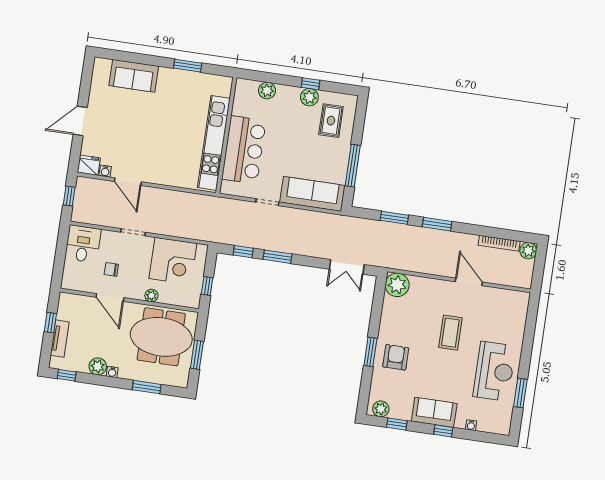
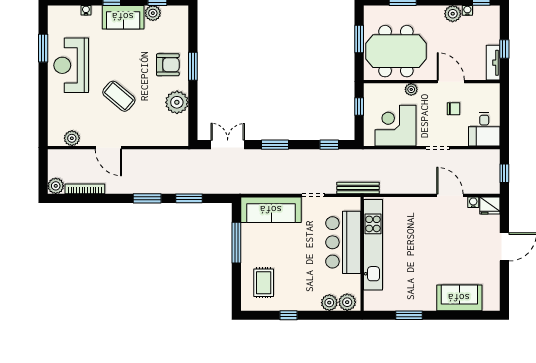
plant: (309, 97) -> (347, 302), moved
bench: (221, 203) -> (358, 188), added
window: (277, 257) -> (275, 145), moved
plant: (397, 285) -> (177, 102), moved
plant: (505, 297) -> (72, 138), added
coffee table: (450, 333) -> (119, 96), turned -50
tv unit: (60, 339) -> (493, 63), moved
armchair: (396, 357) -> (168, 65), turned -90
water cooler: (112, 372) -> (467, 10), moved
plant: (381, 409) -> (153, 13), moved

